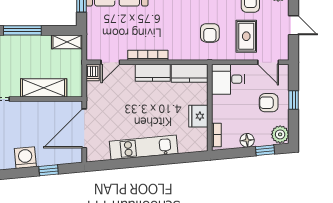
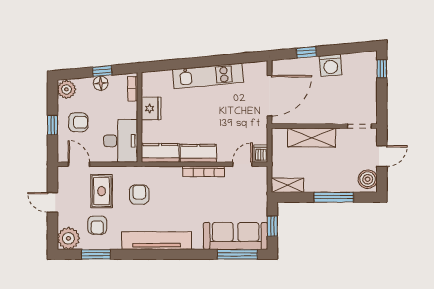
desk: (228, 79) -> (121, 141), width x1.37
window: (265, 150) -> (102, 71), moved

